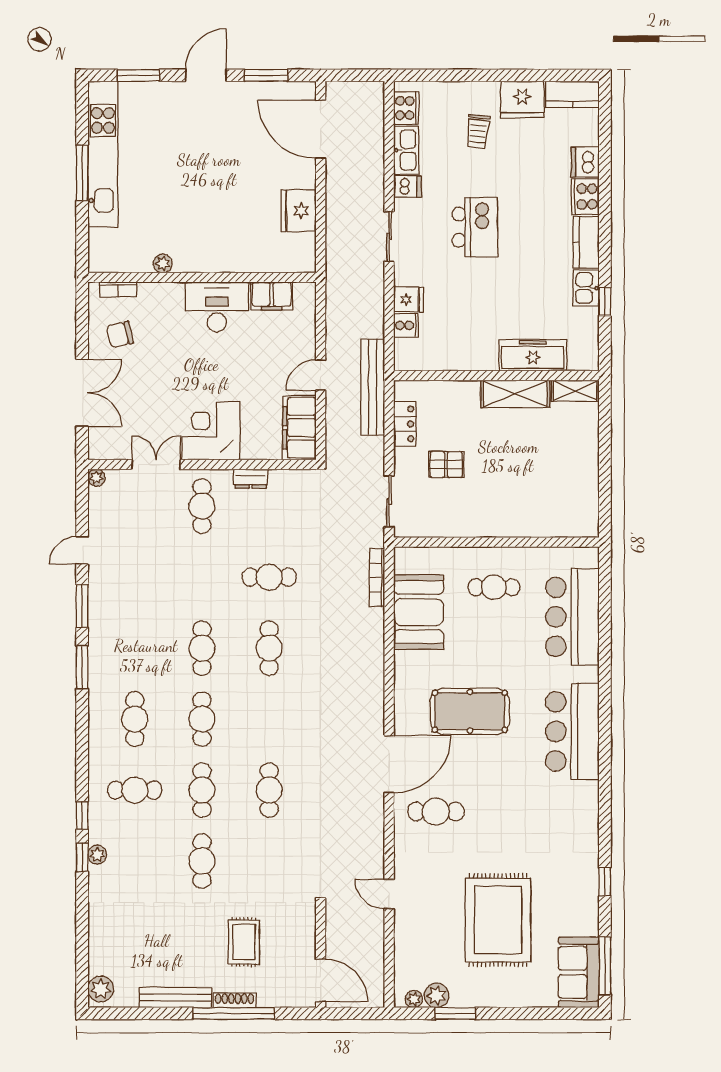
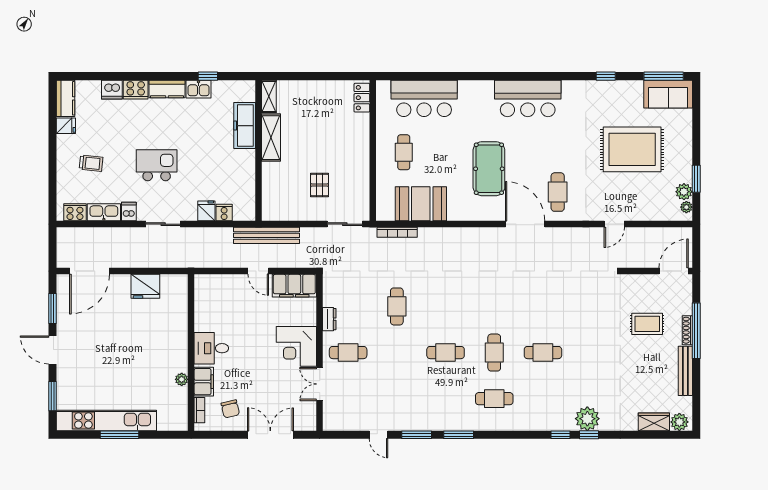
fridge: (522, 100) -> (66, 126), width x0.53, depth x0.75
filing cabinet: (271, 296) -> (204, 382), moved
desk: (217, 307) -> (211, 348), width x0.73
locker: (405, 424) -> (362, 98), moved, turned -90
plant: (96, 478) -> (329, 425), removed
cafe table: (269, 648) -> (446, 306), removed
cafe table: (202, 719) -> (494, 353), turned 90
bar counter: (572, 731) -> (528, 98), moved
cafe table: (135, 790) -> (543, 399), removed
cafe table: (269, 790) -> (543, 306), removed
plant: (97, 855) -> (587, 419), width x1.88, depth x1.88
cafe table: (202, 861) -> (592, 353), removed
wardrobe: (101, 952) -> (654, 422), added

